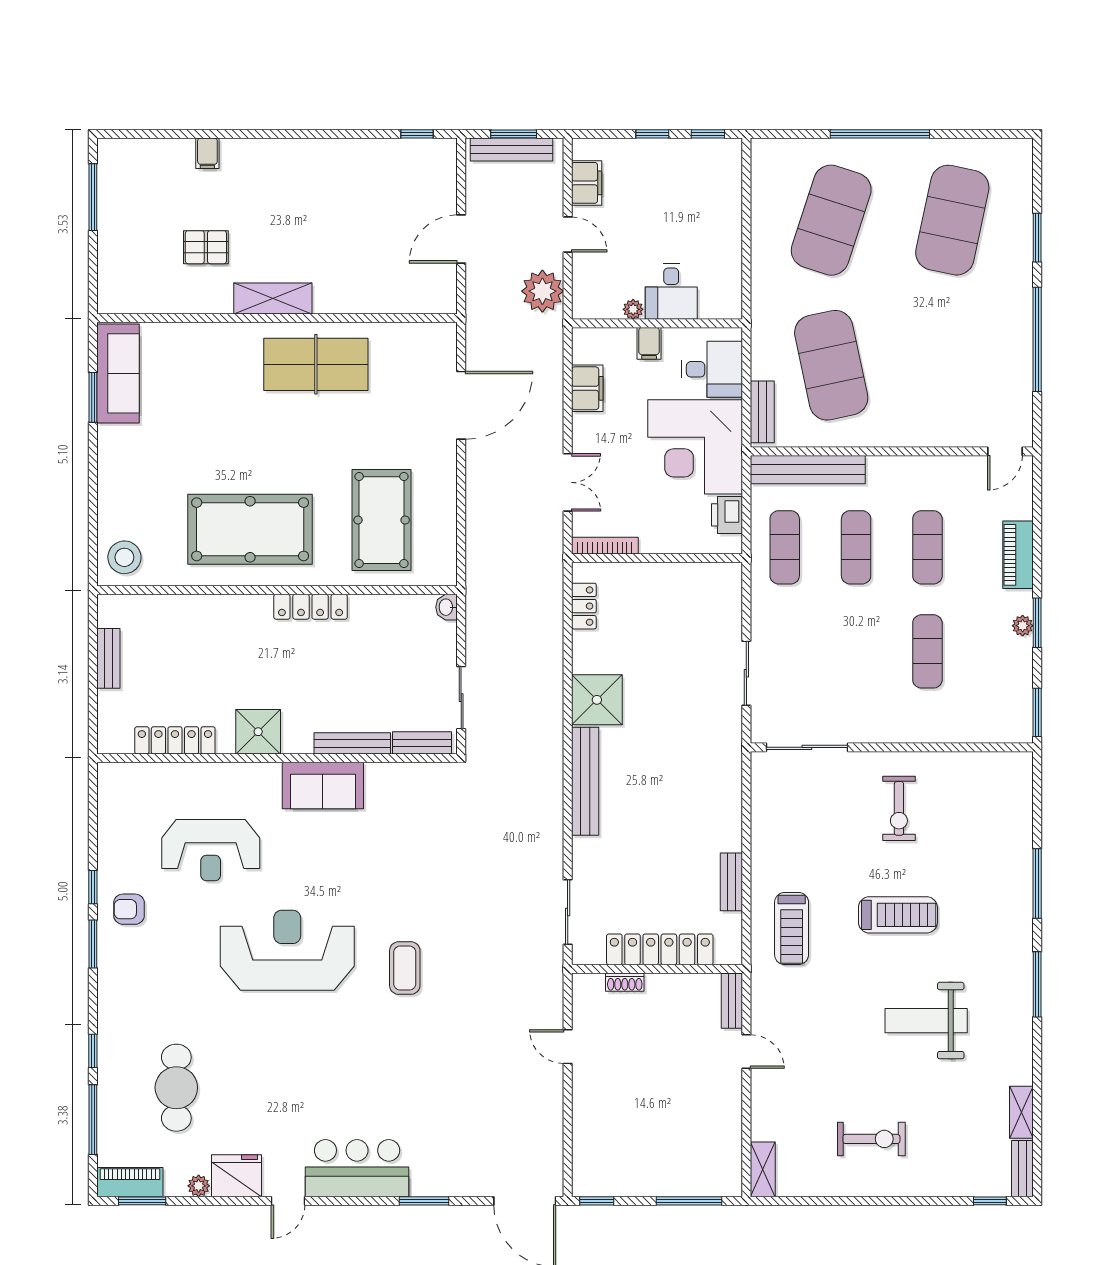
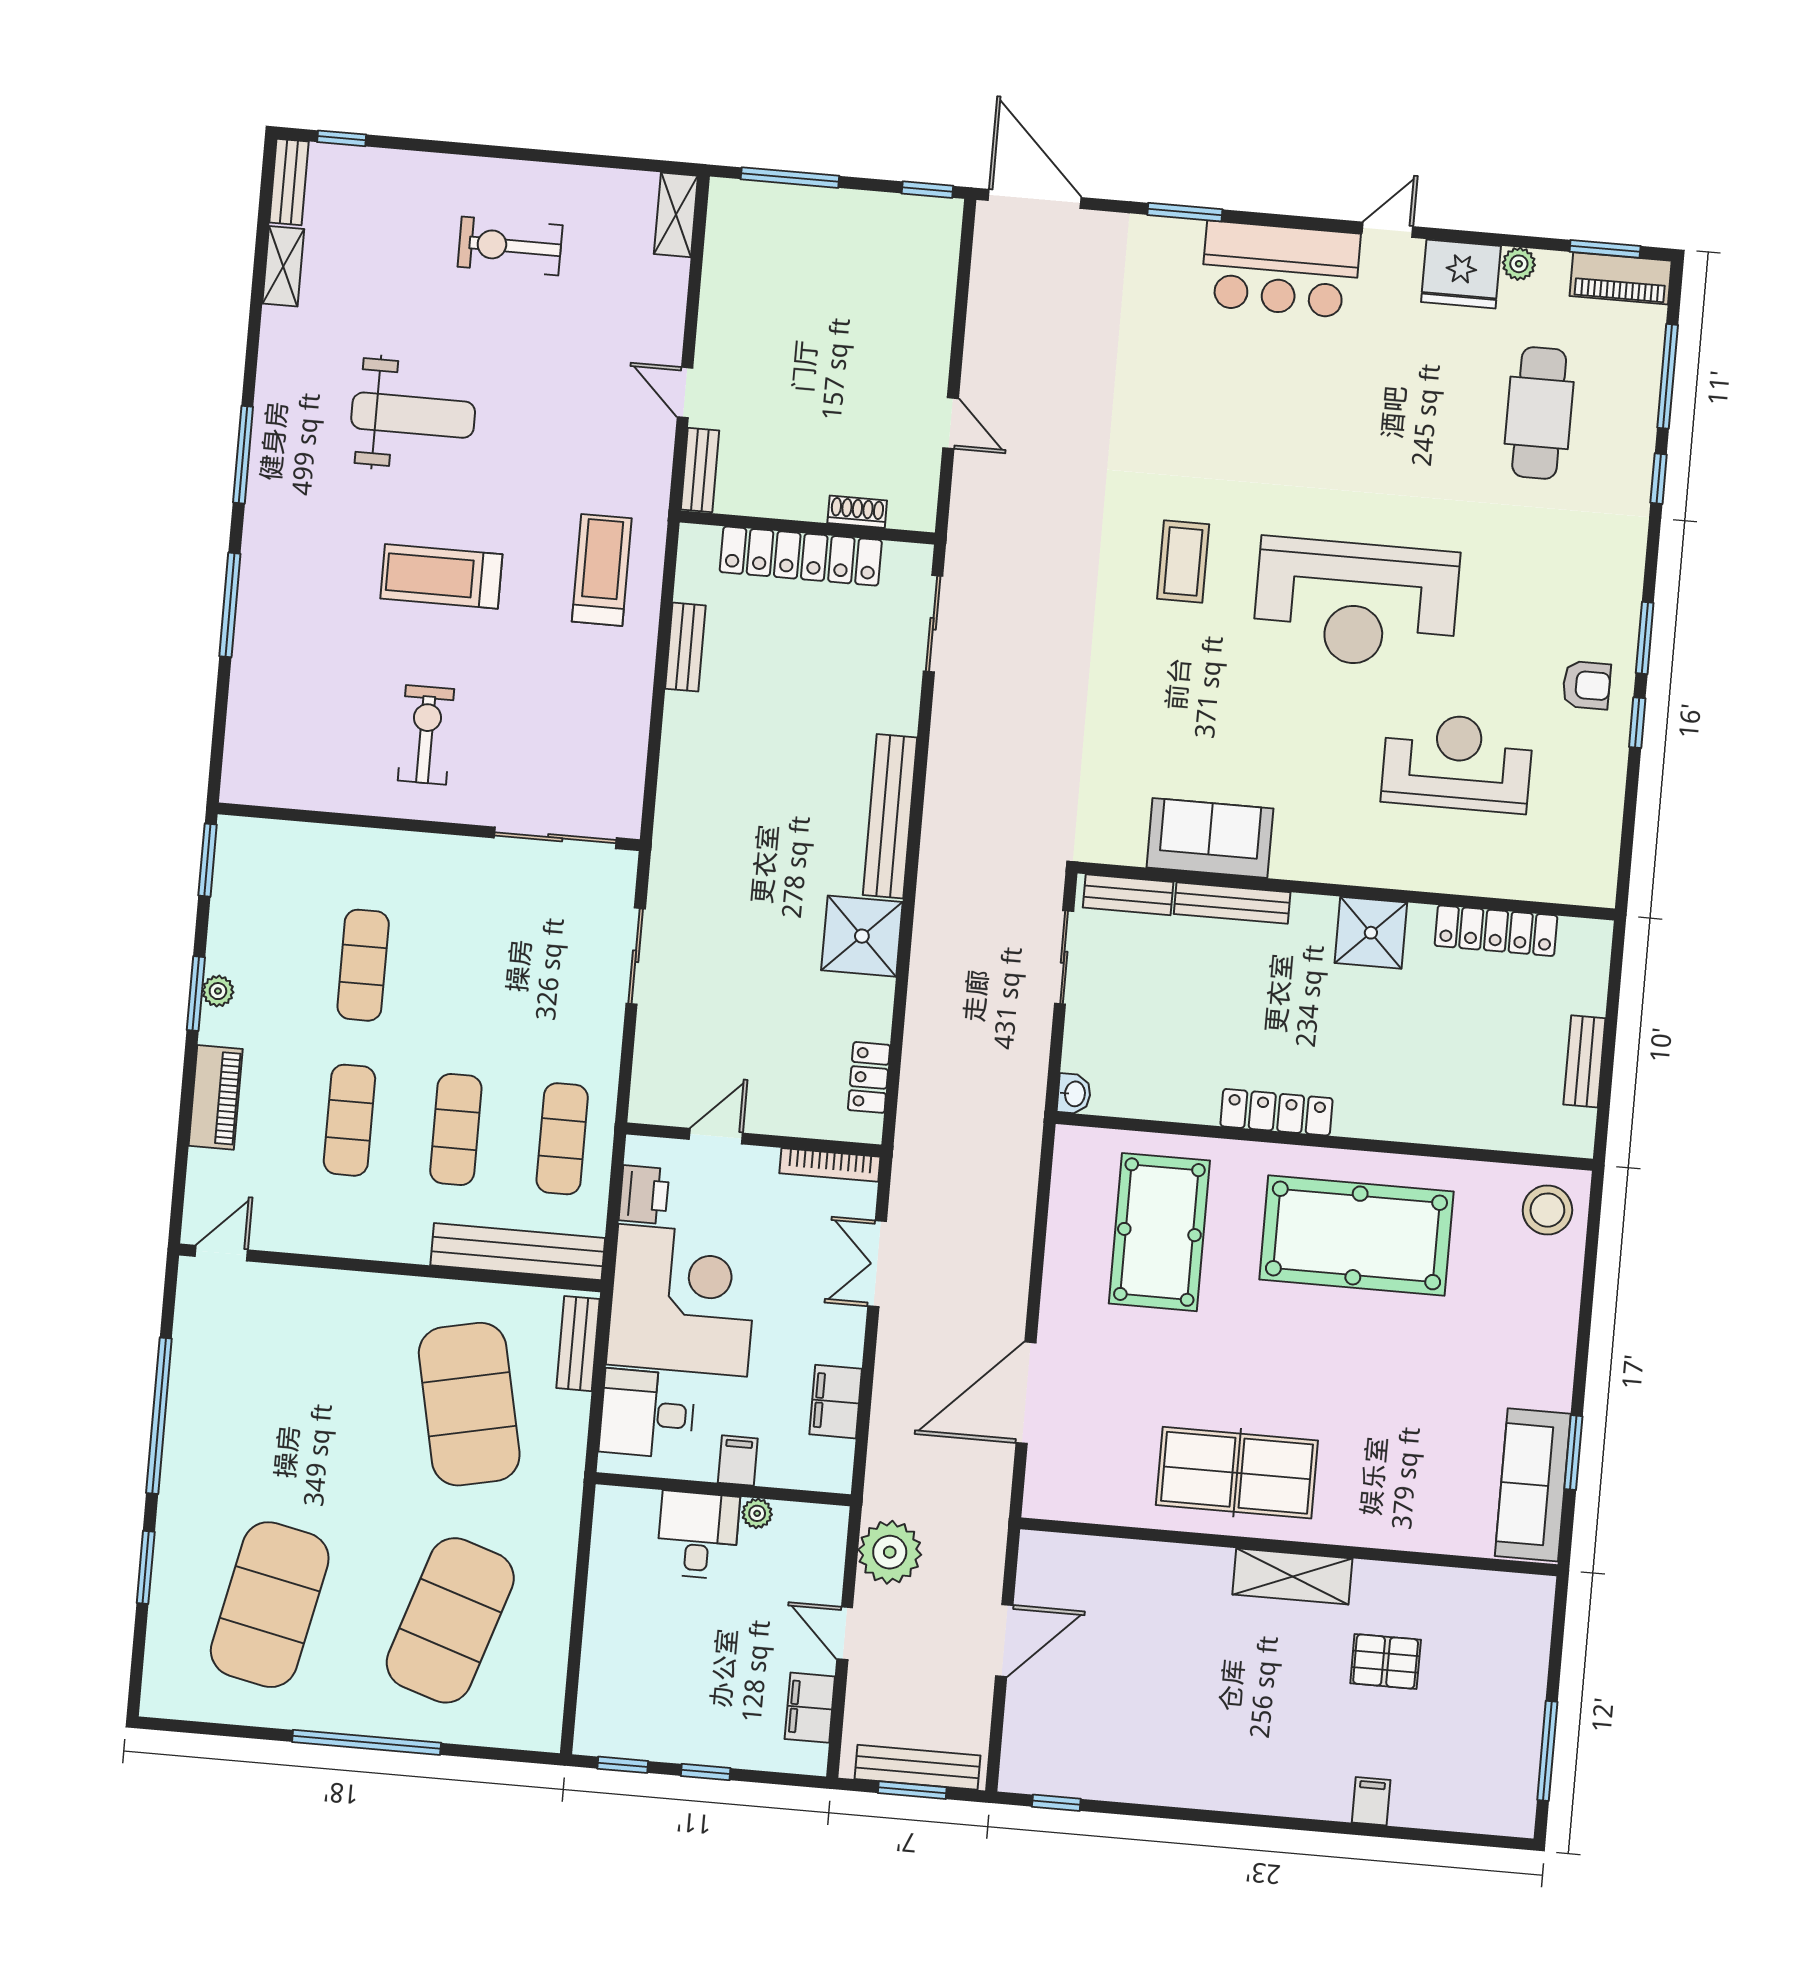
door: (682, 558) -> (716, 1136), added
sofa: (323, 785) -> (1210, 838), moved

